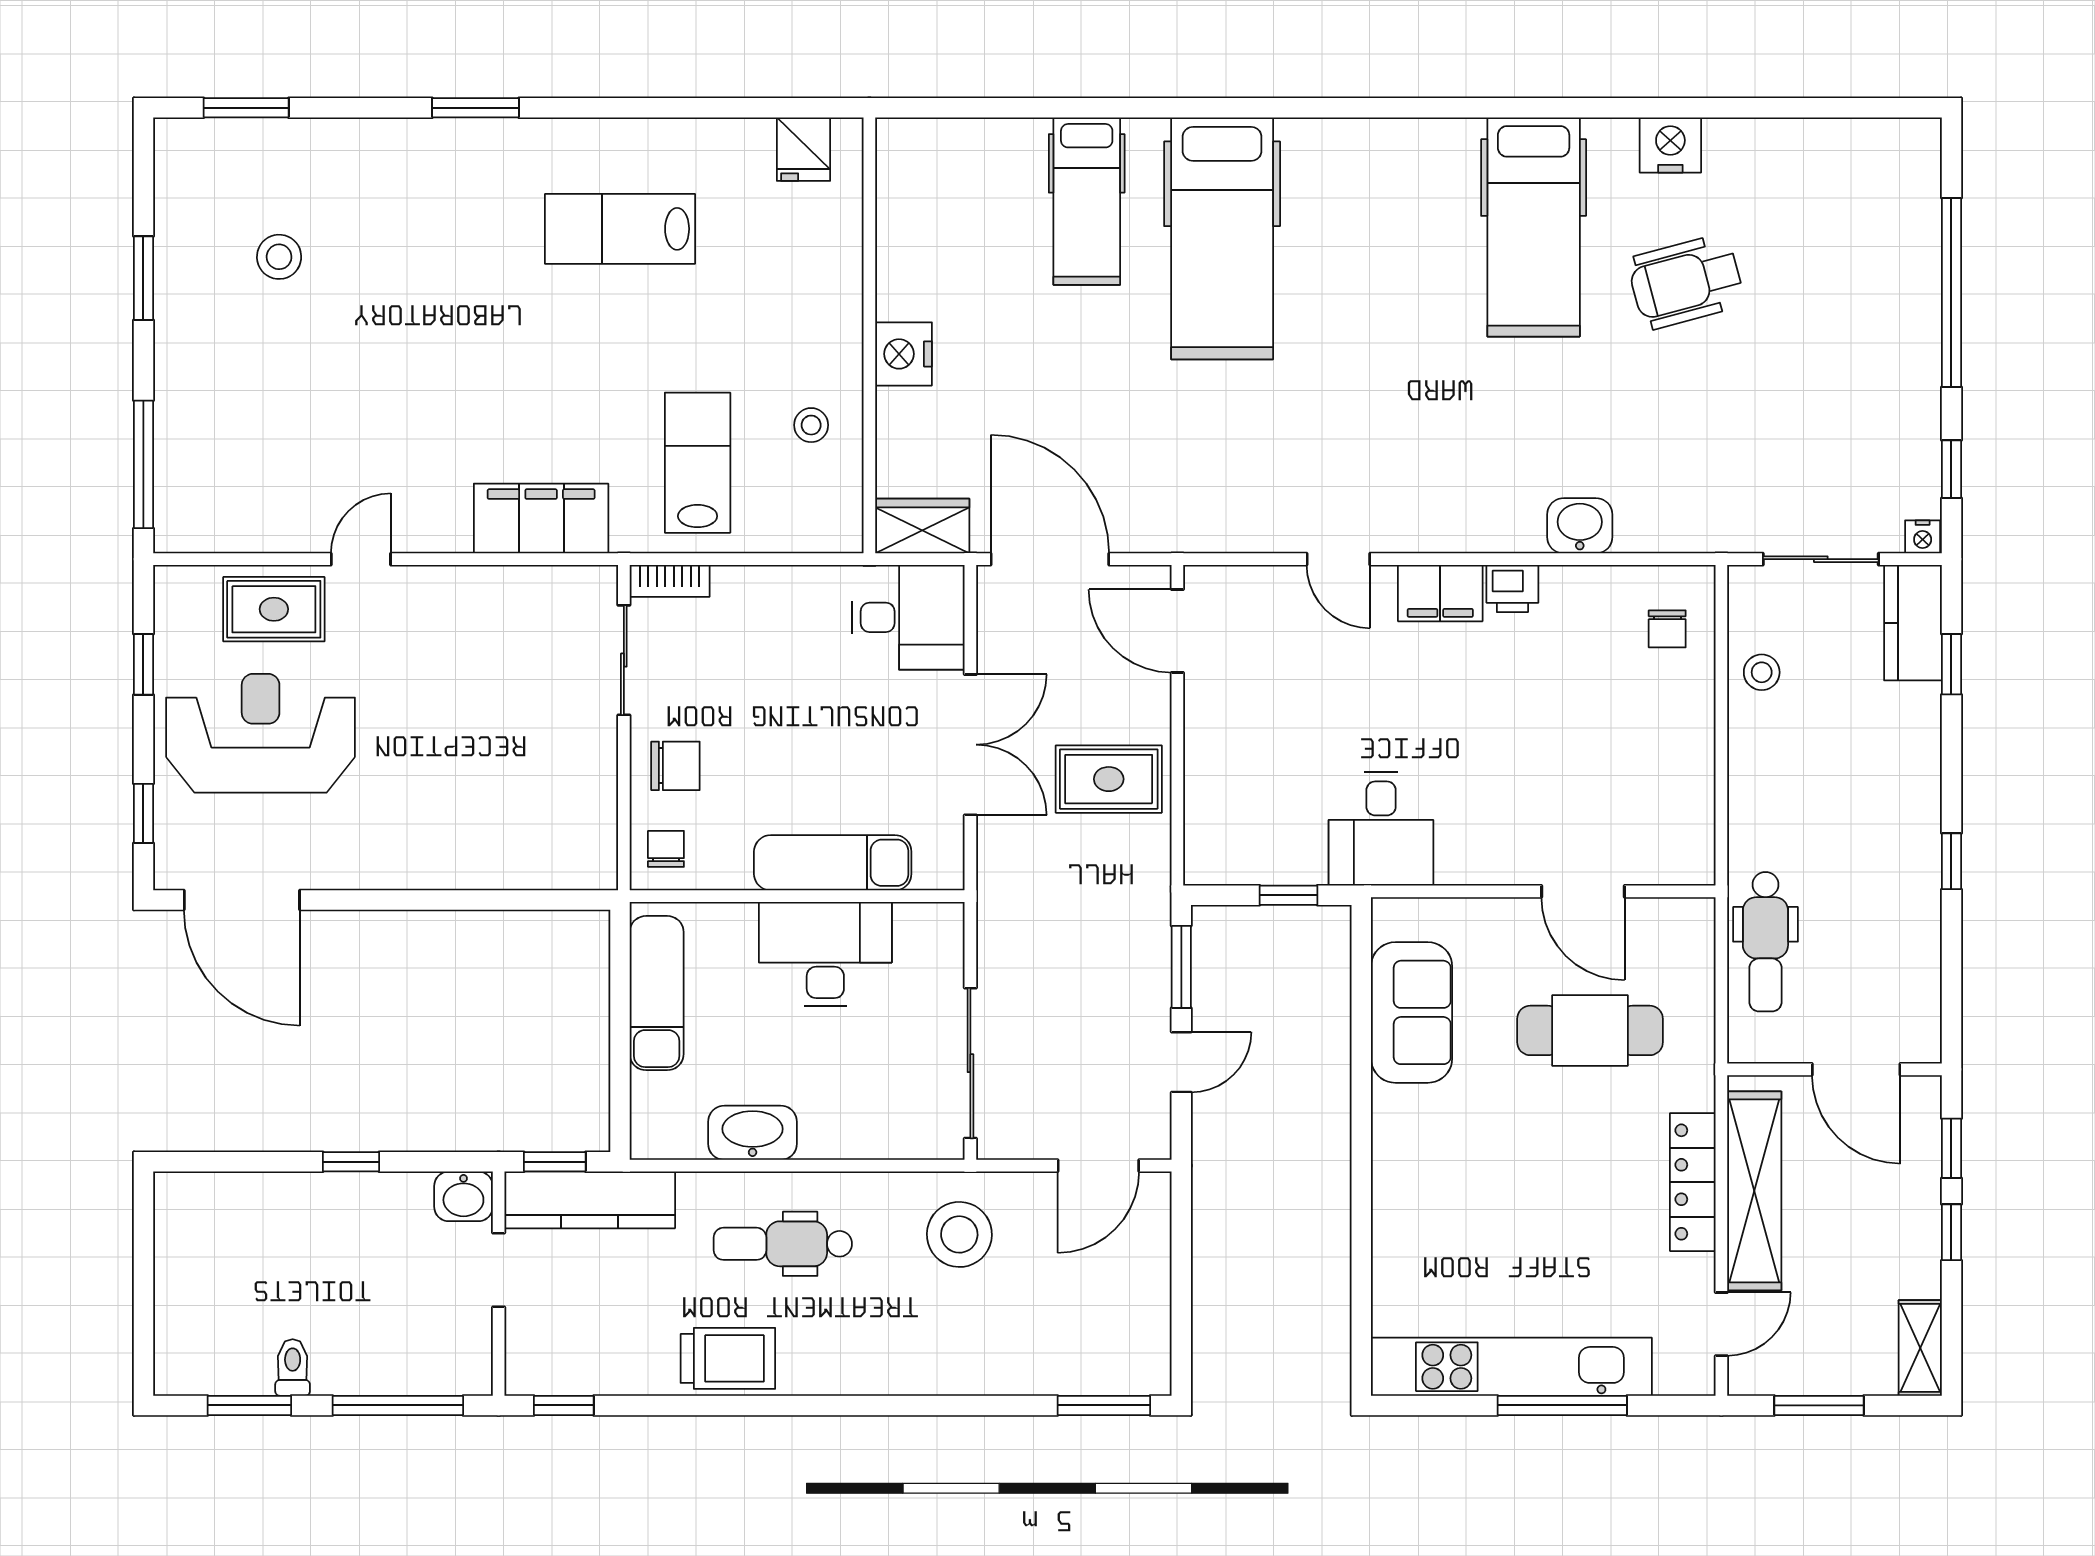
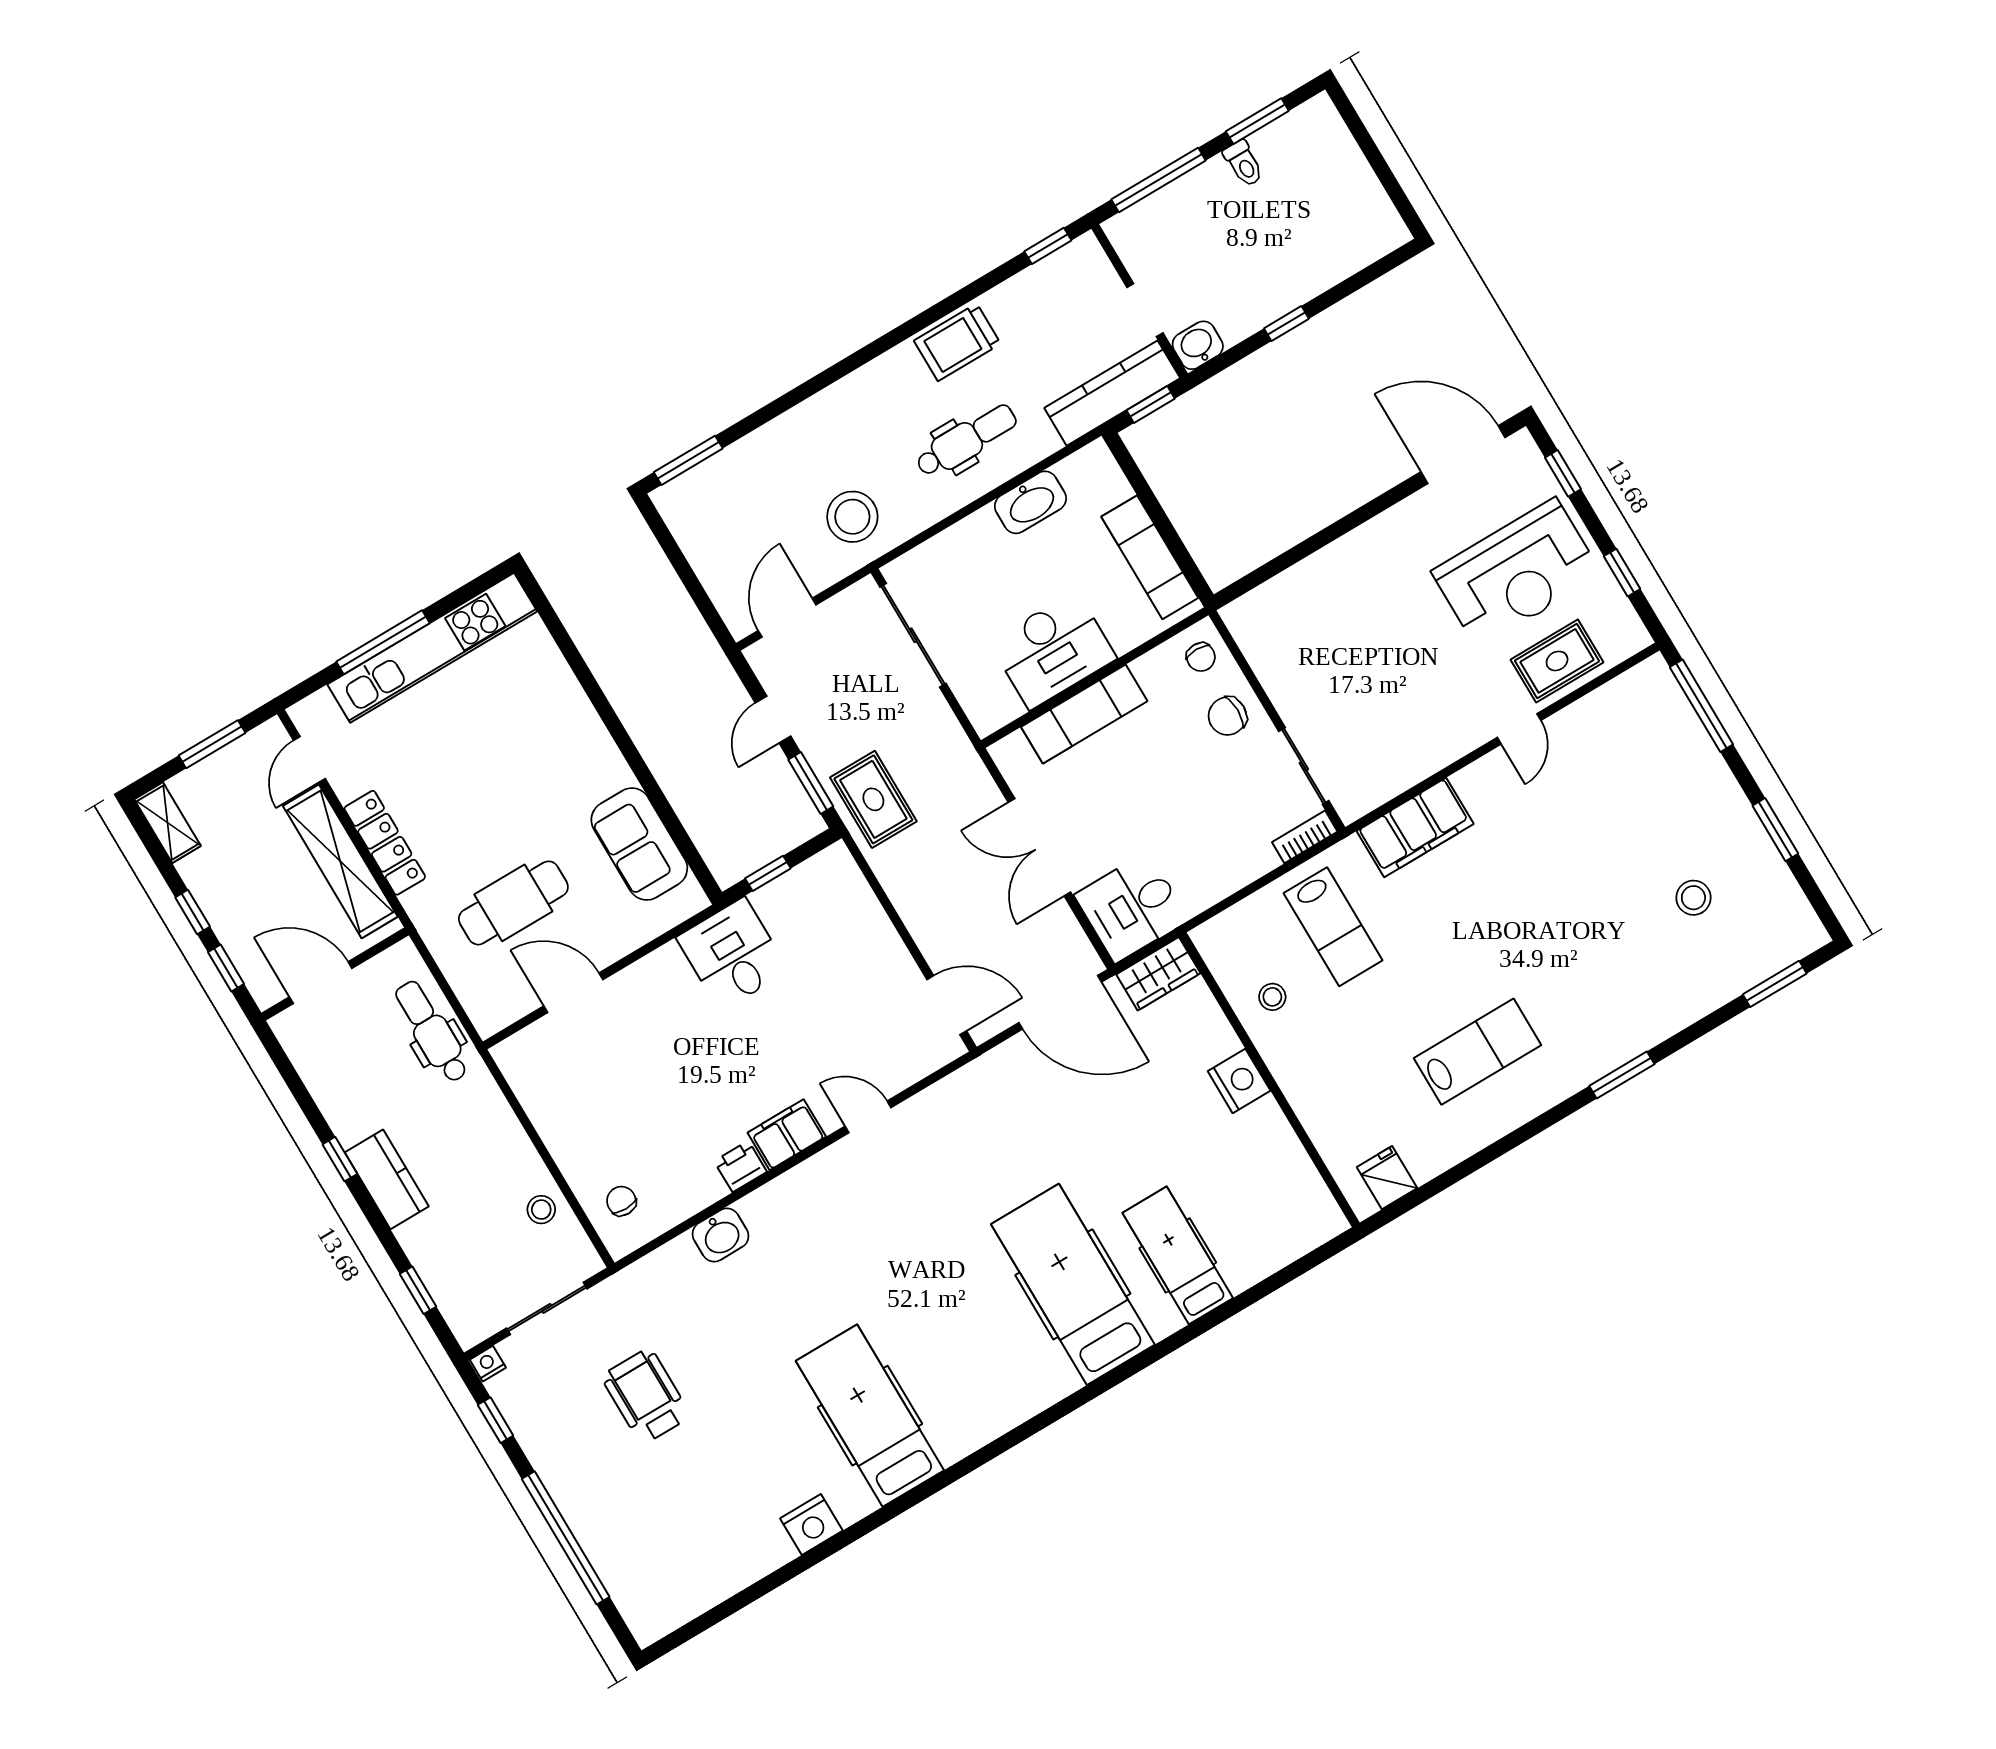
wheelchair: (1686, 282) -> (646, 1396), moved, turned -75
kitchen counter: (1913, 623) -> (387, 1179), moved
rug: (1109, 779) -> (873, 799), moved, turned 90

